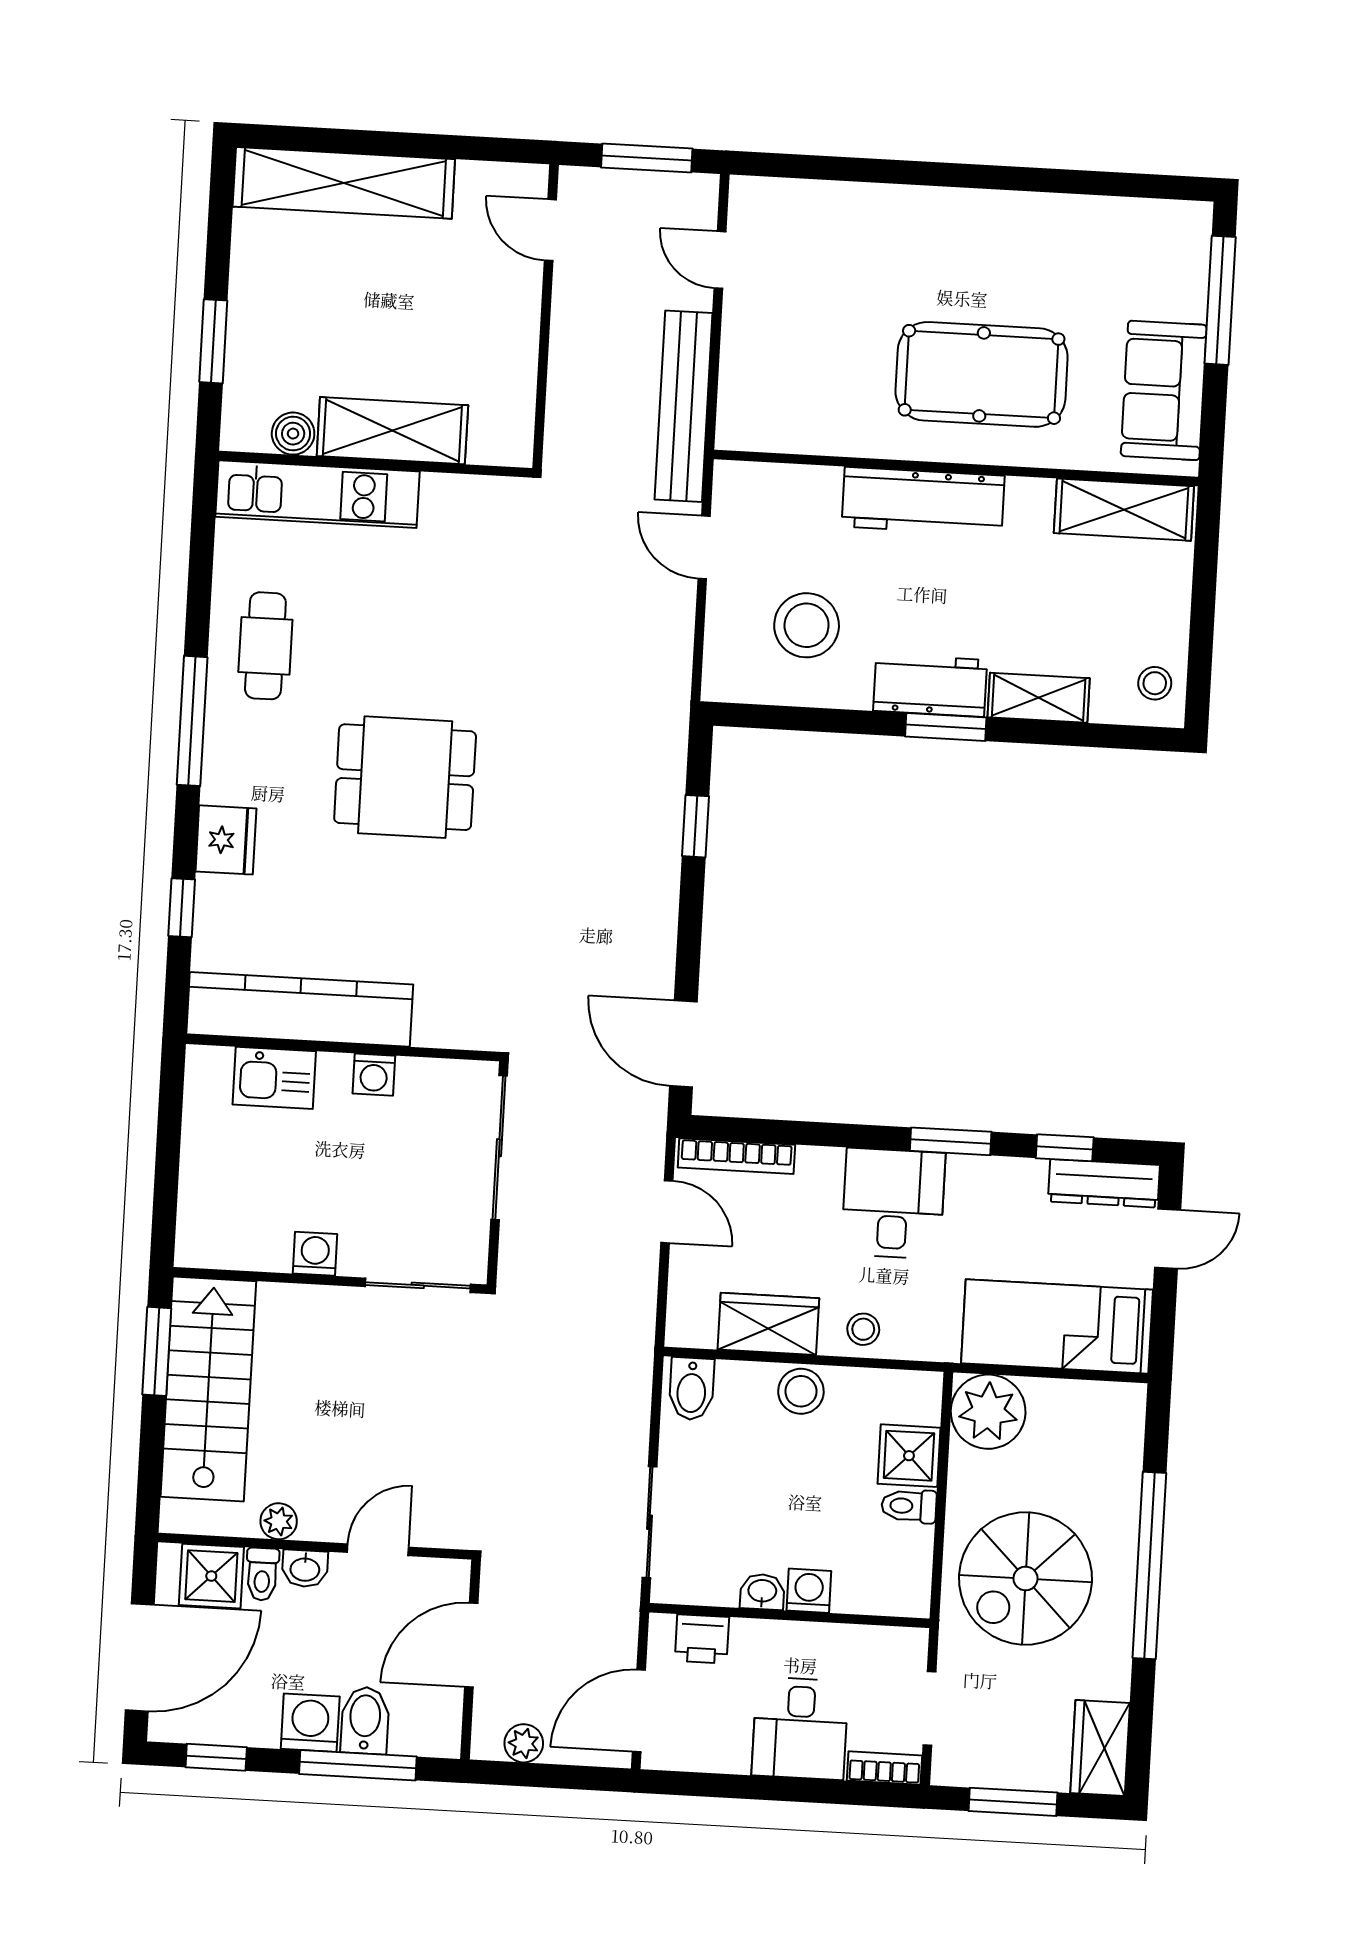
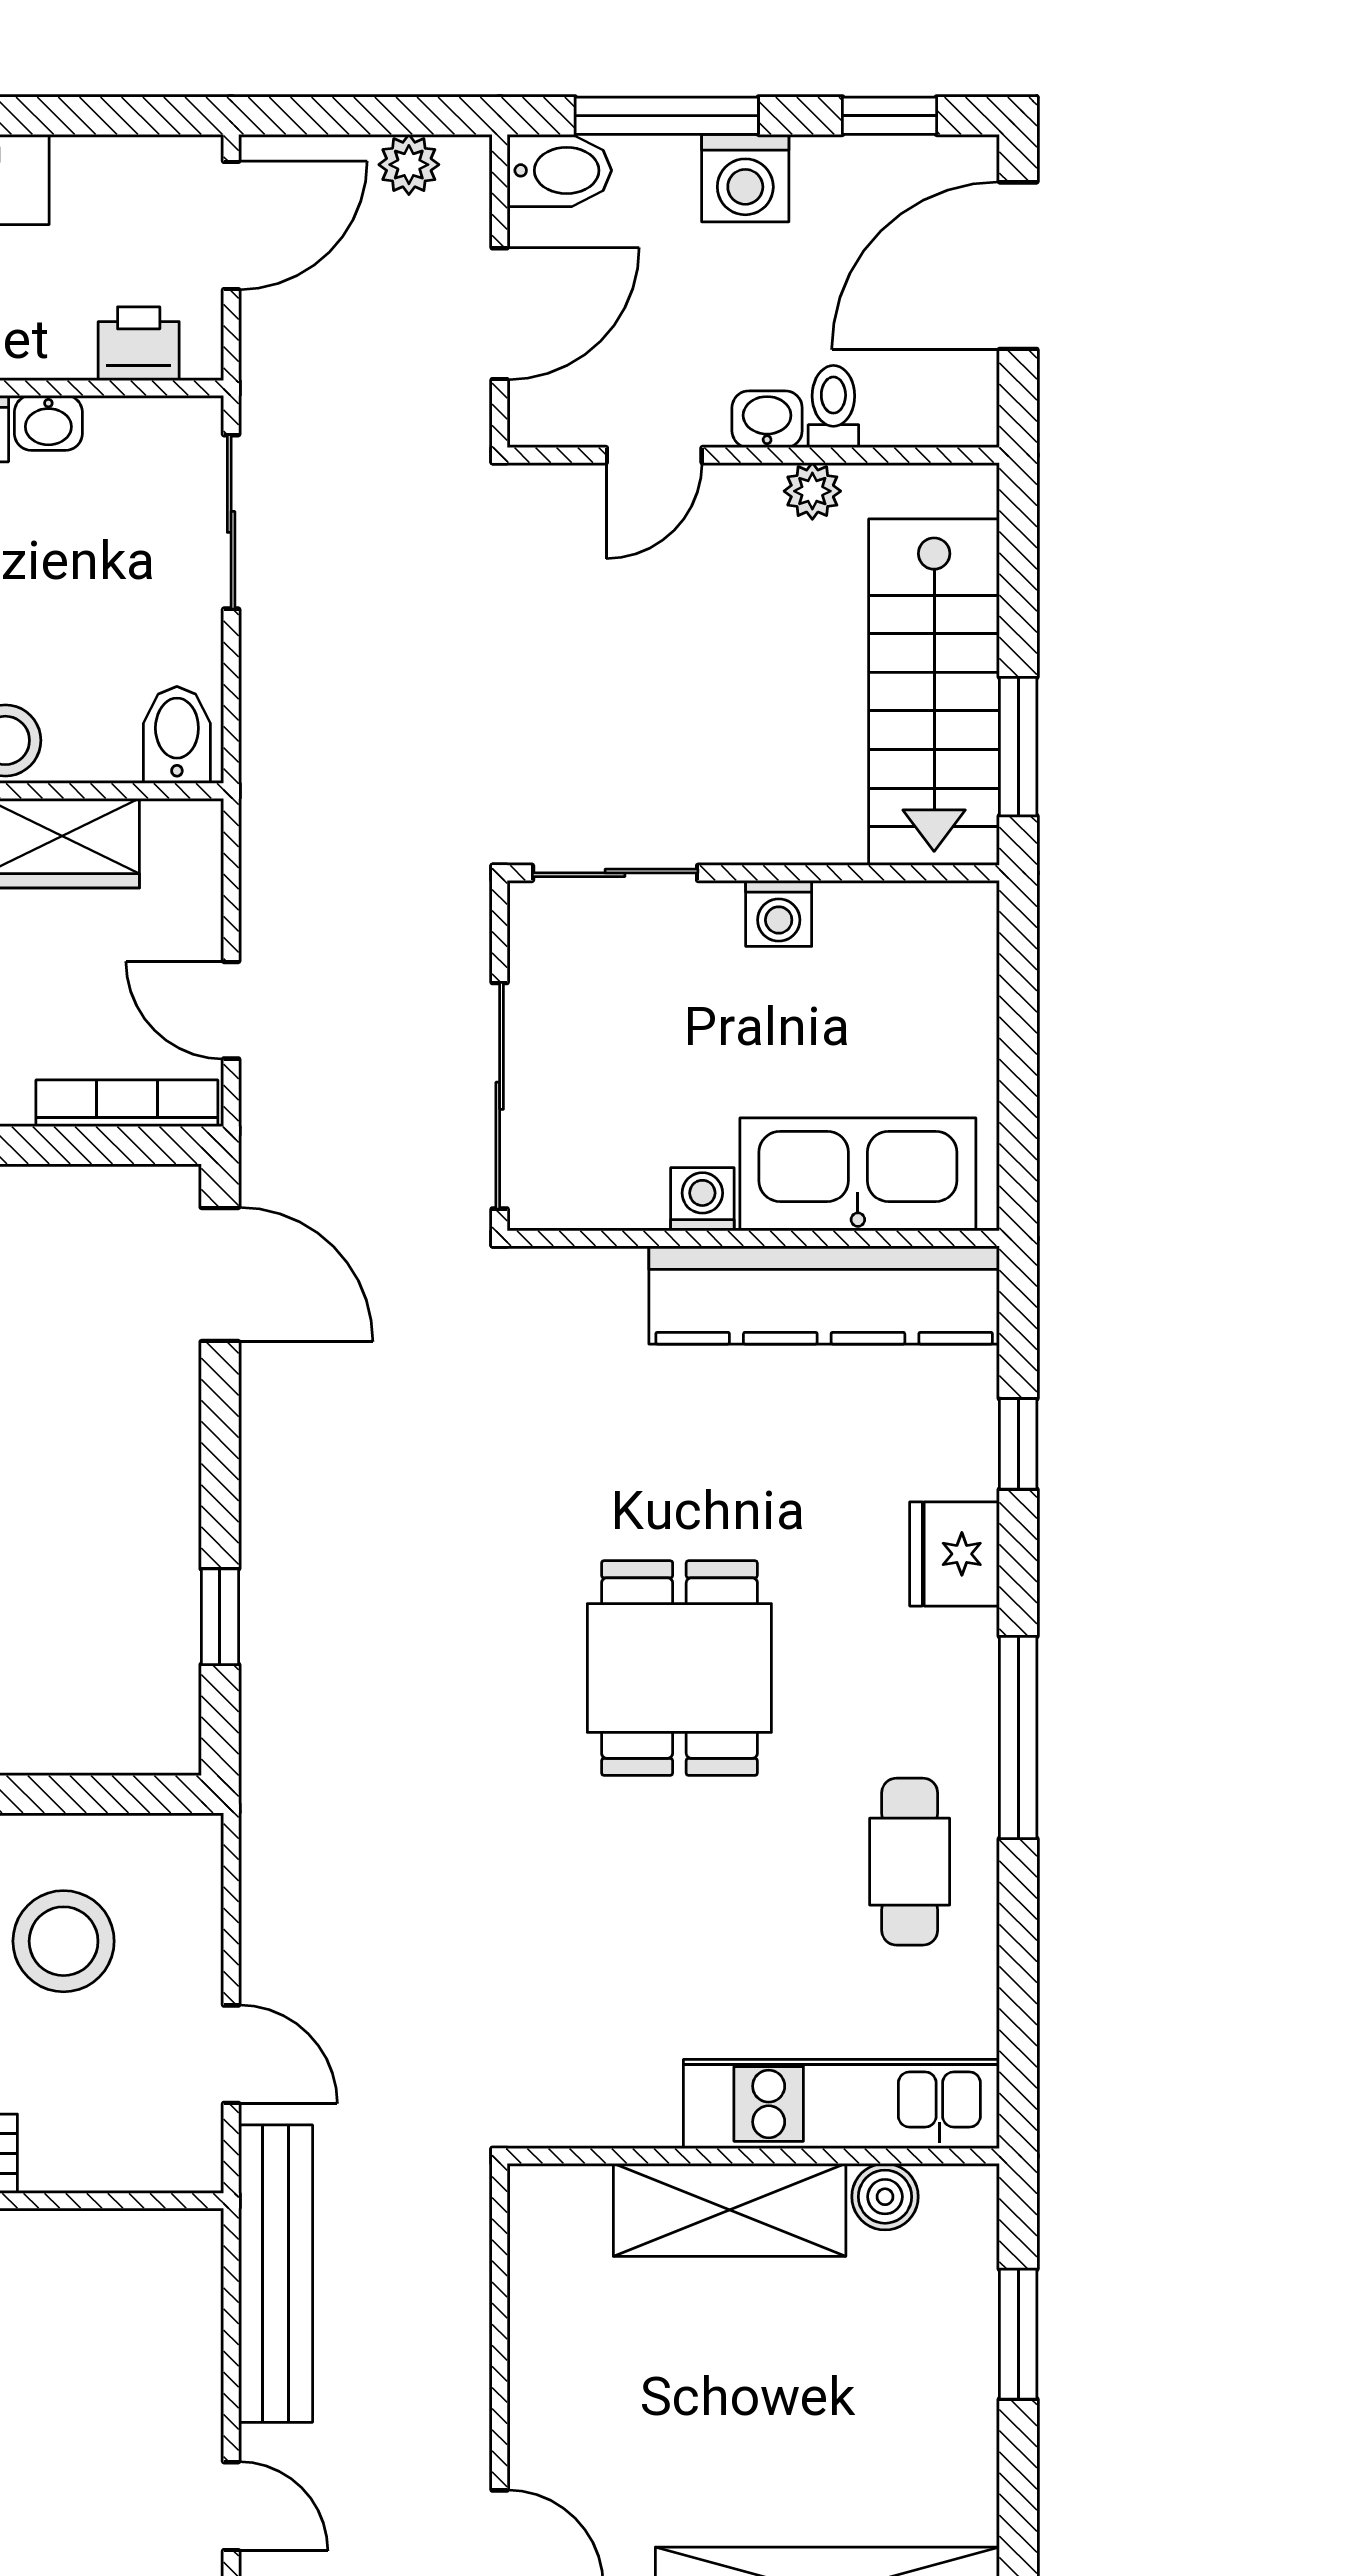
dining table: (405, 777) -> (679, 1668), turned 90
kitchen sink: (274, 1078) -> (858, 1174), width x1.87, depth x1.24
shower: (211, 1576) -> (913, 399), removed
bidet: (365, 1720) -> (559, 170), moved, turned -90

